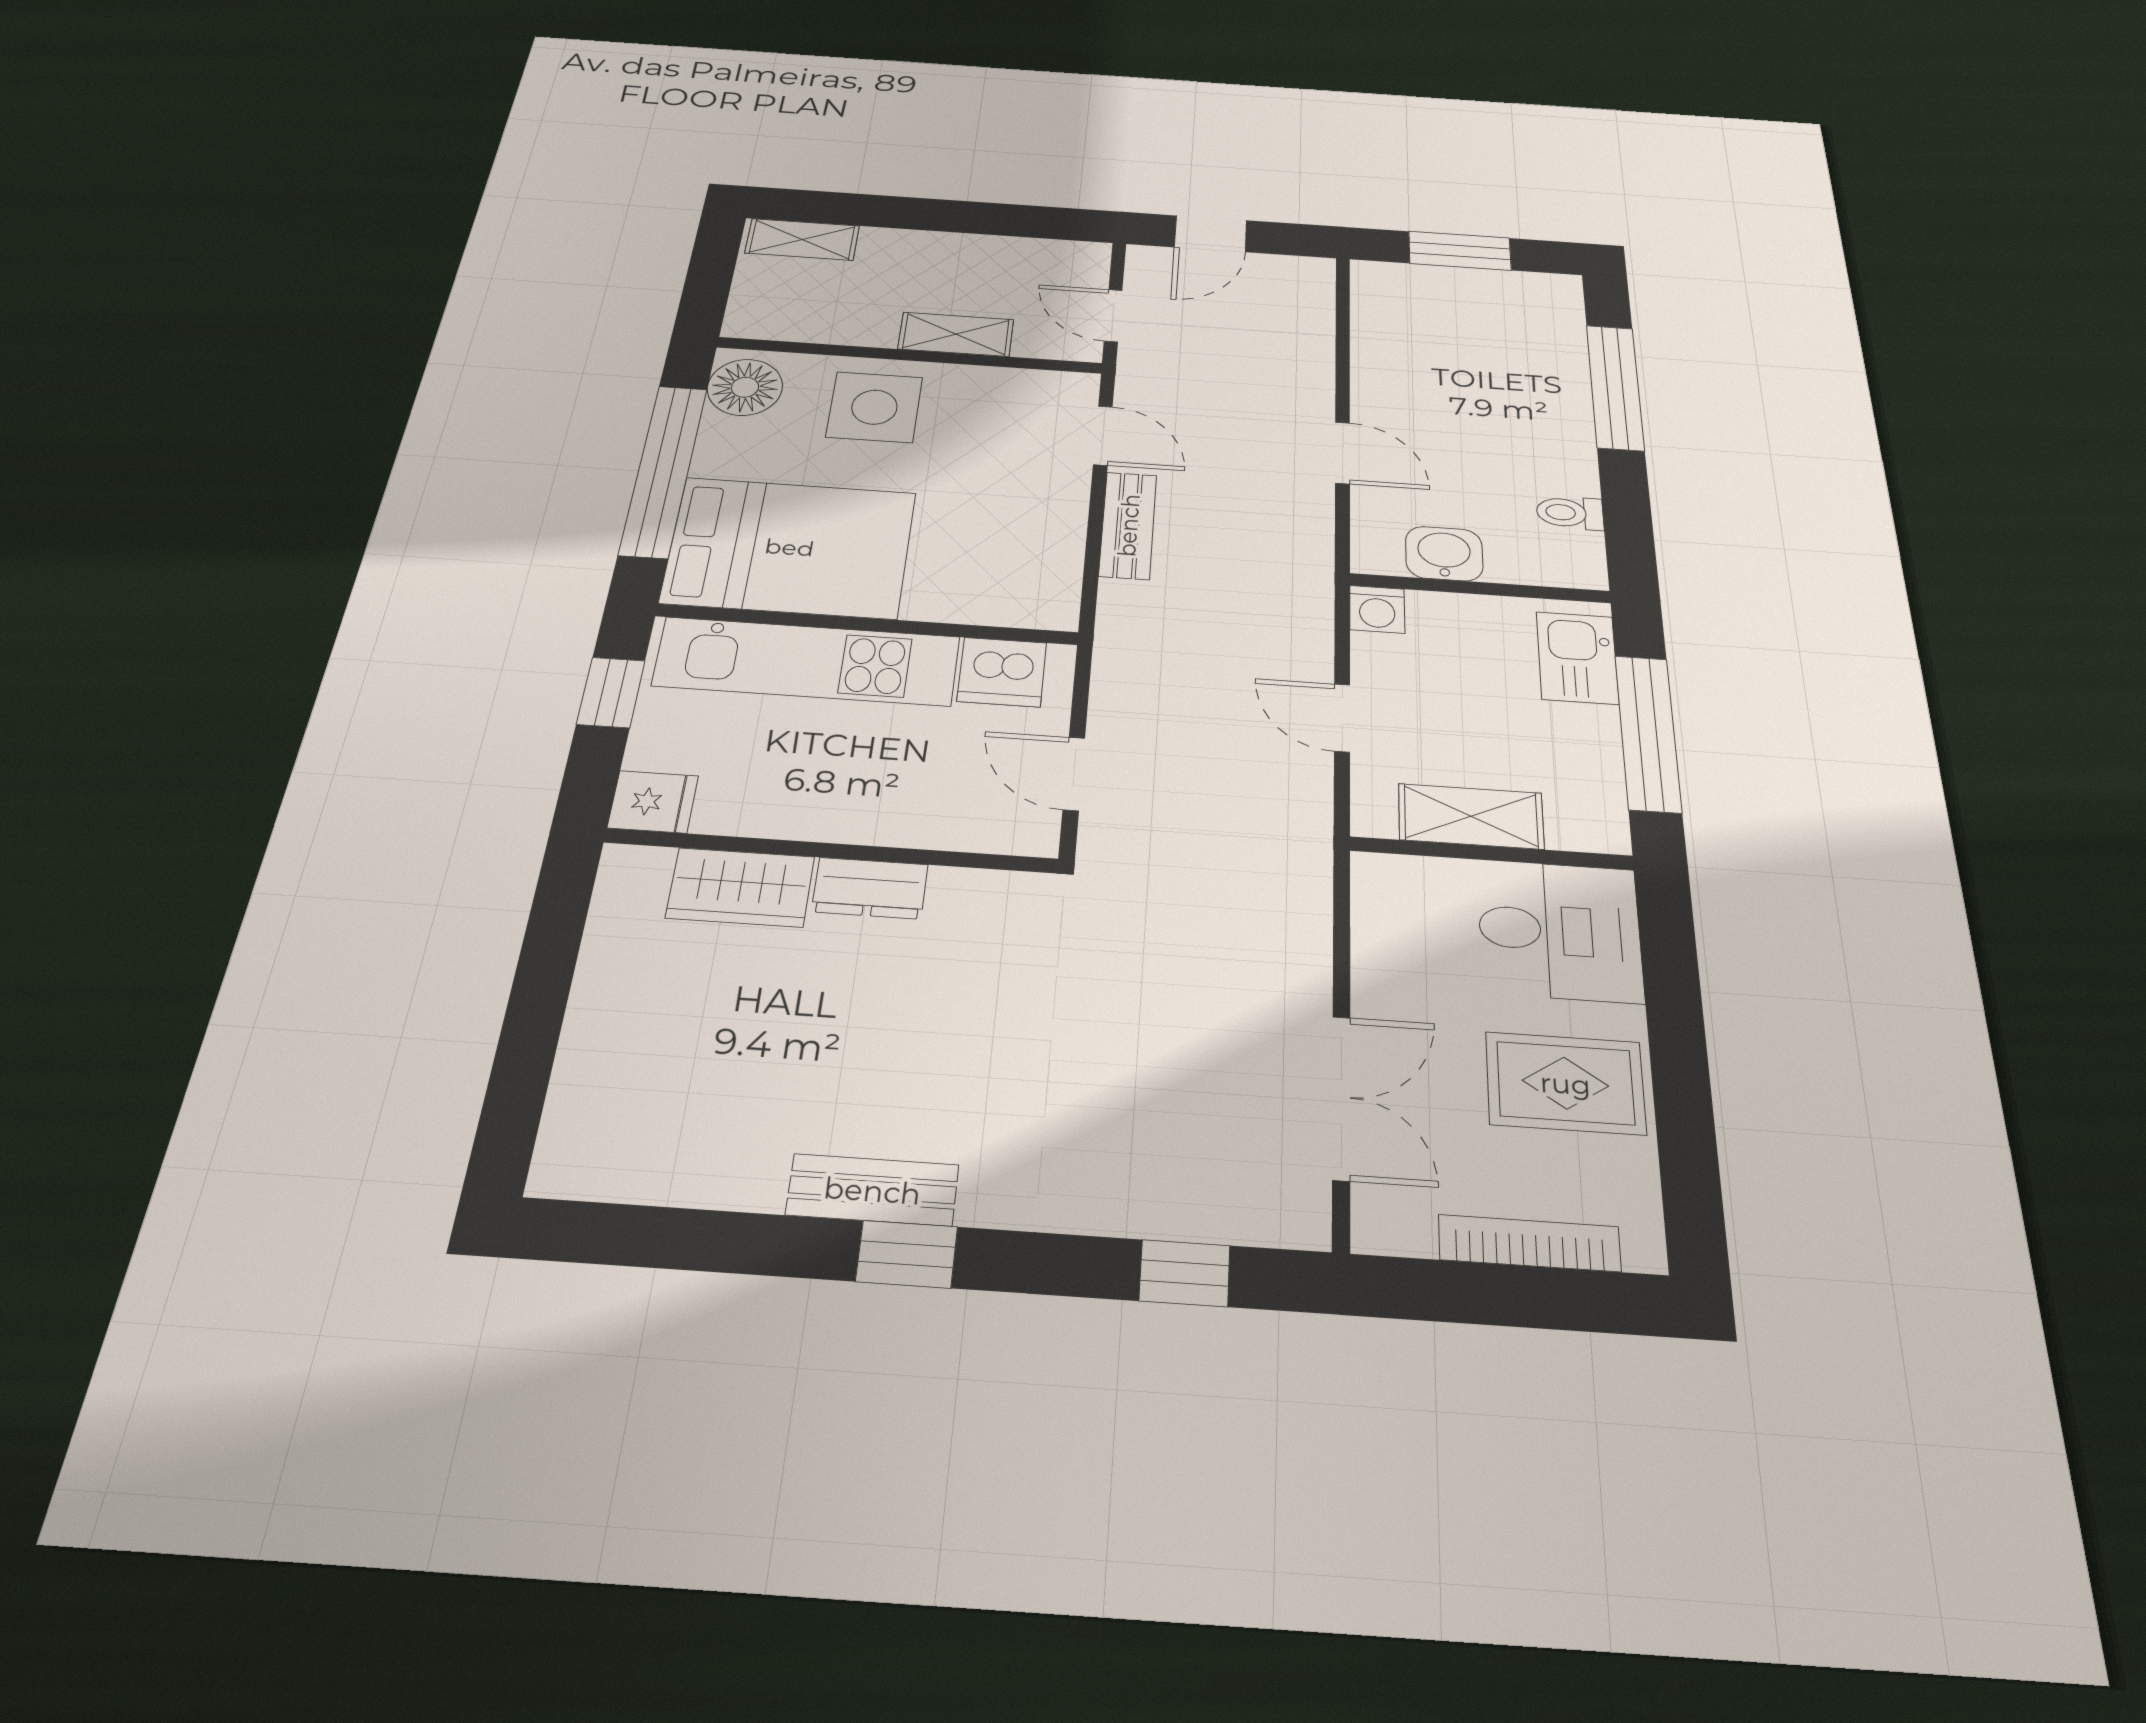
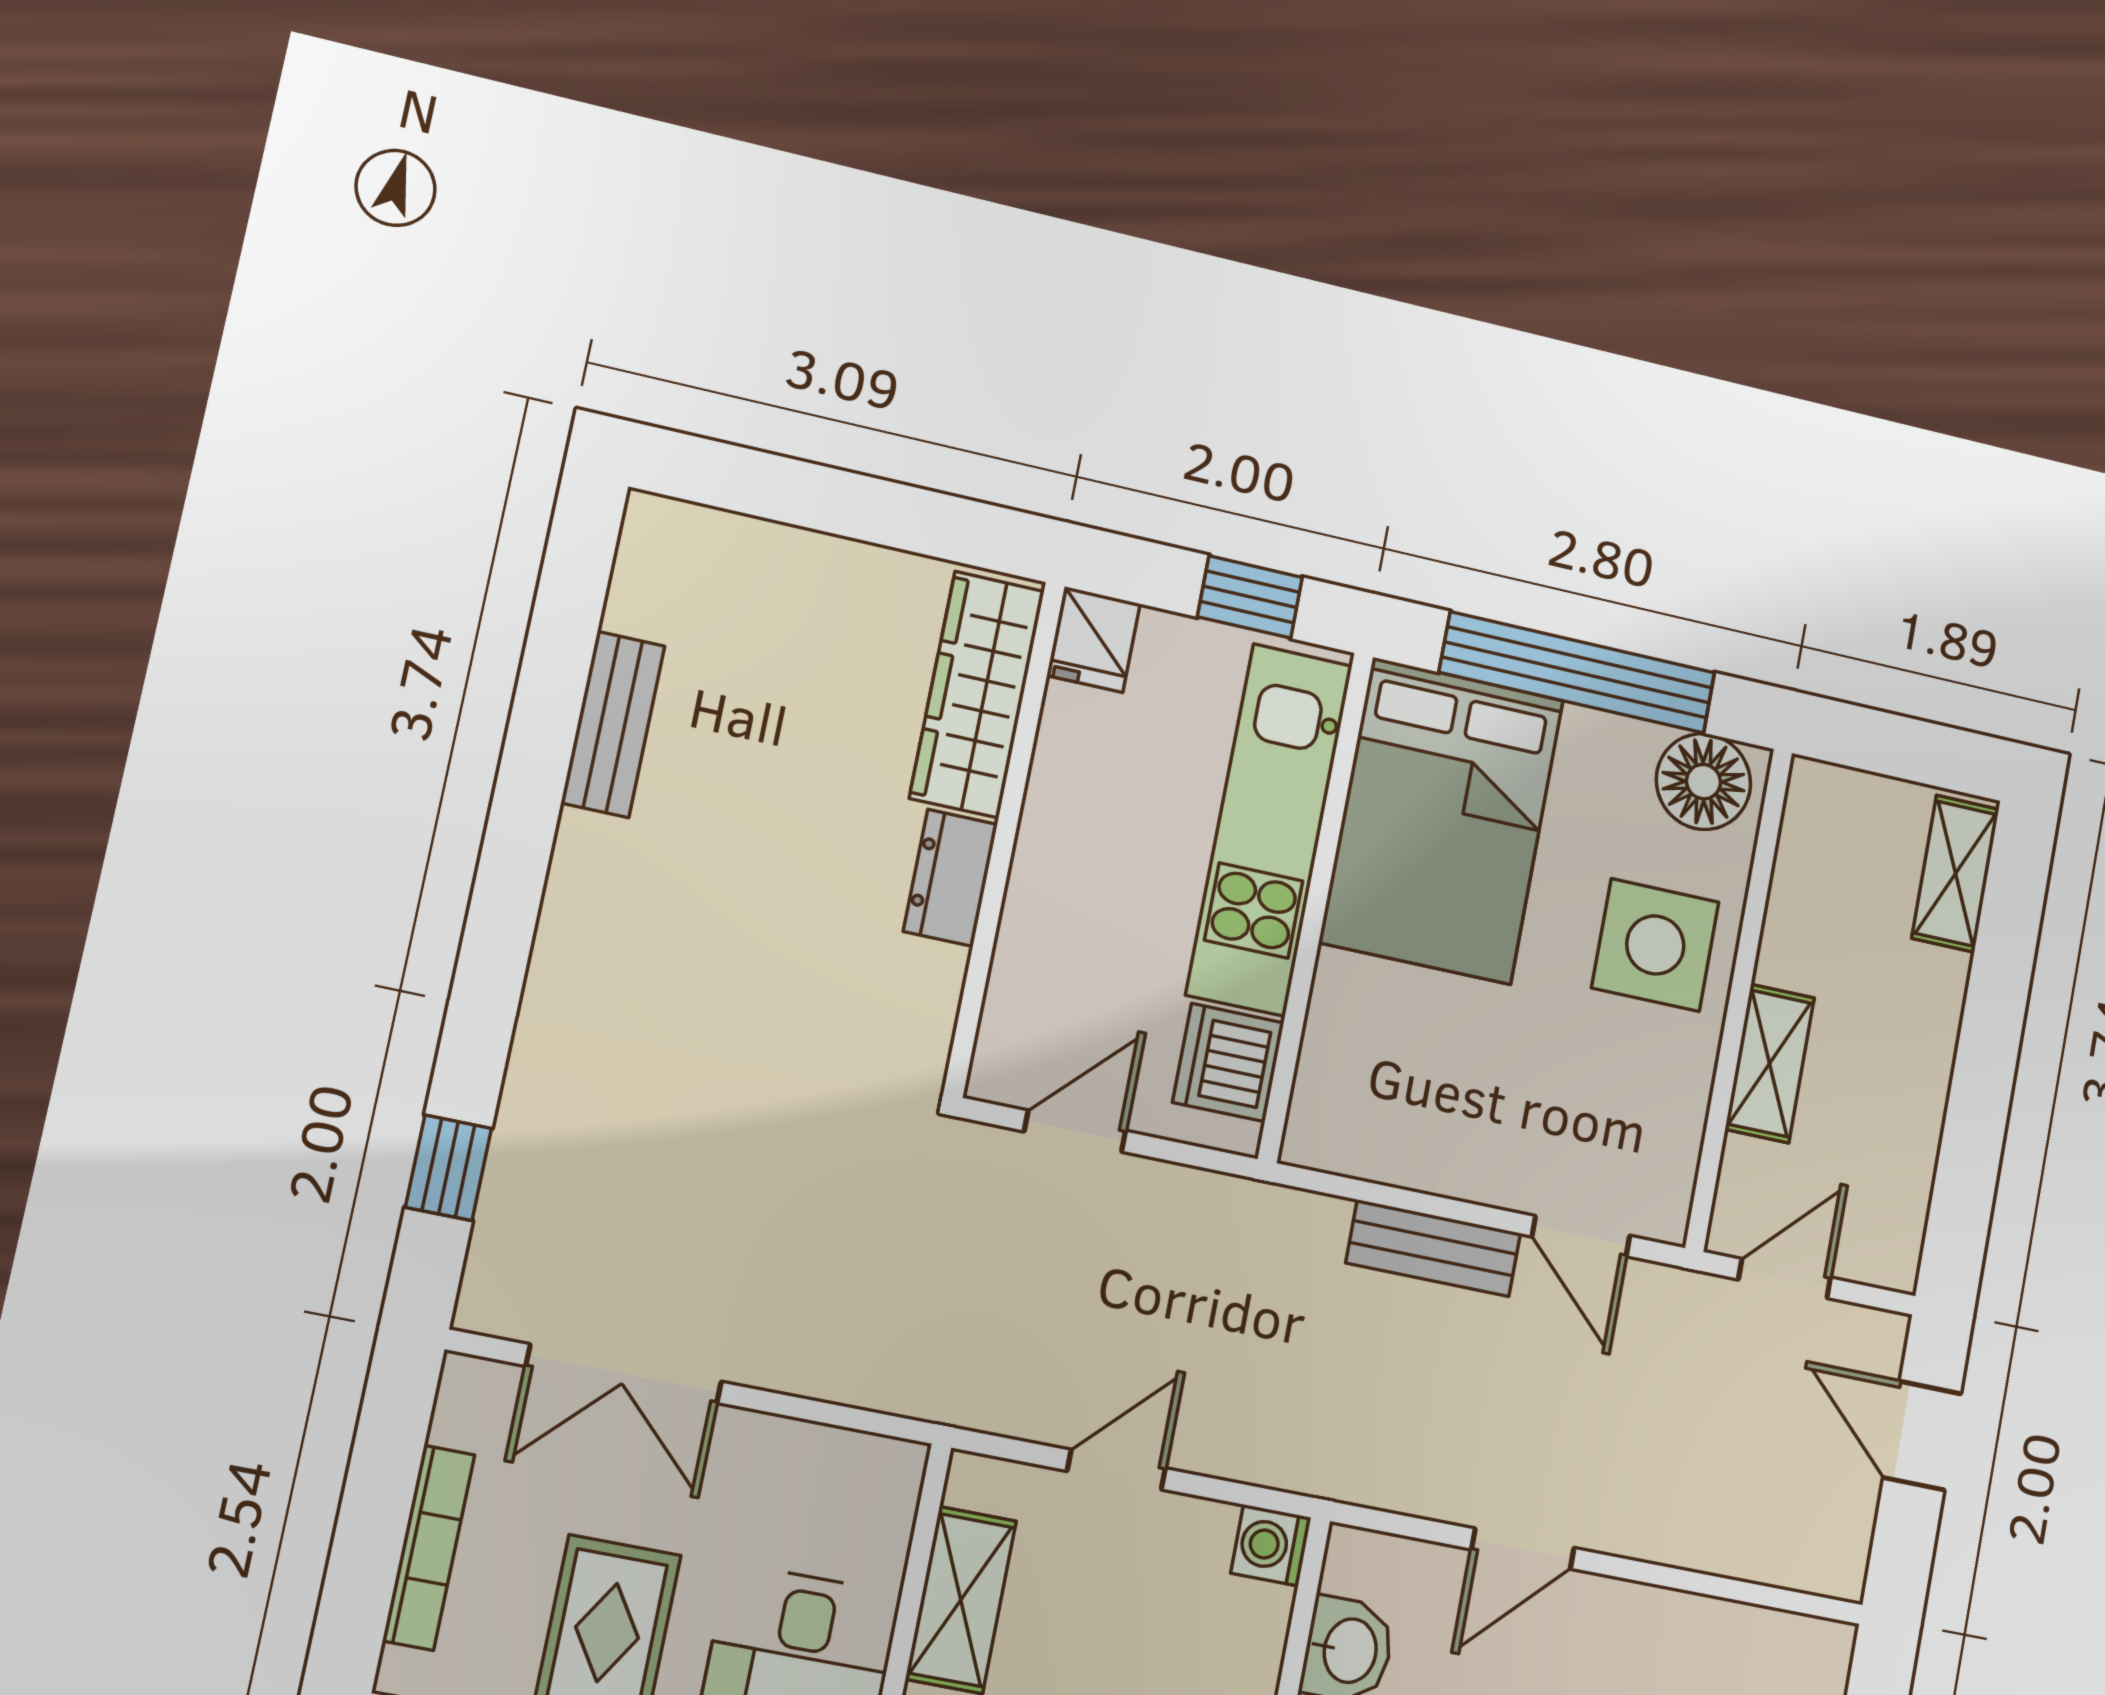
door: (1103, 436) -> (1581, 1236), hinge flipped
wardrobe: (740, 887) -> (977, 694), width x1.50
bench: (873, 1190) -> (613, 724), moved
window: (907, 1254) -> (510, 878), removed

